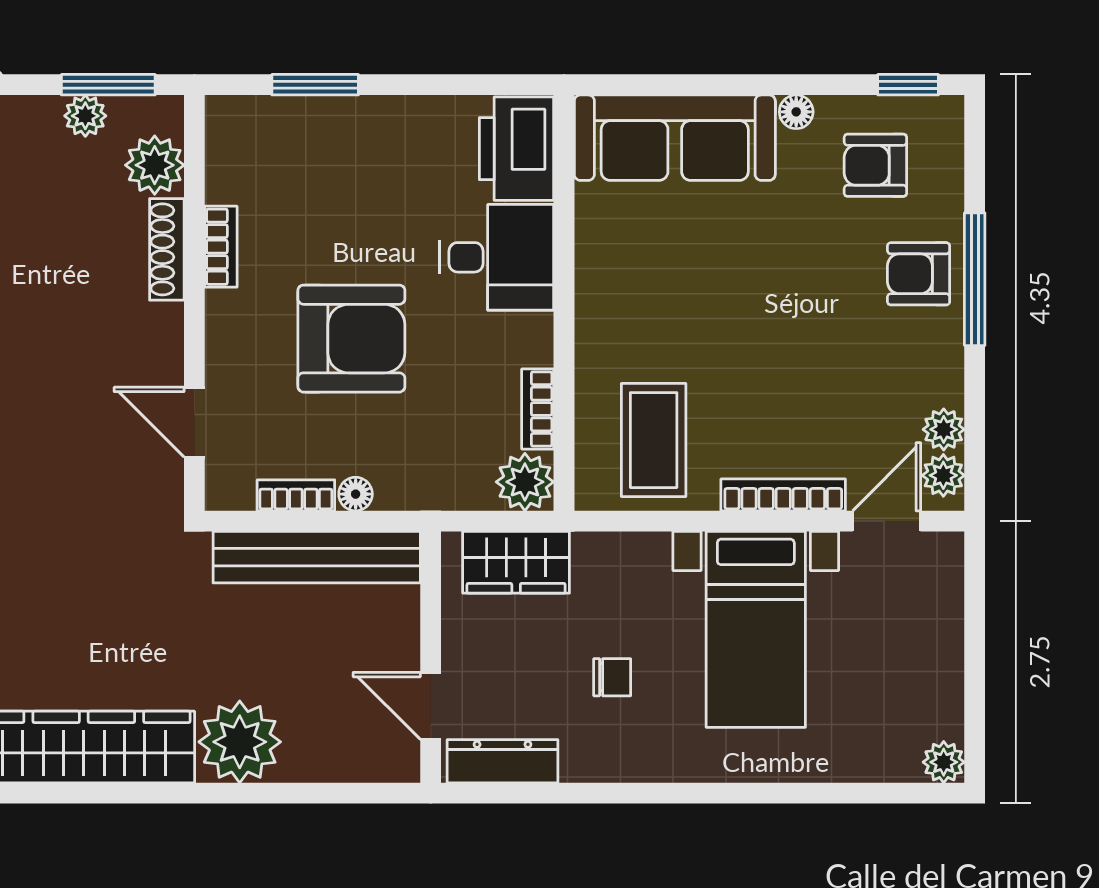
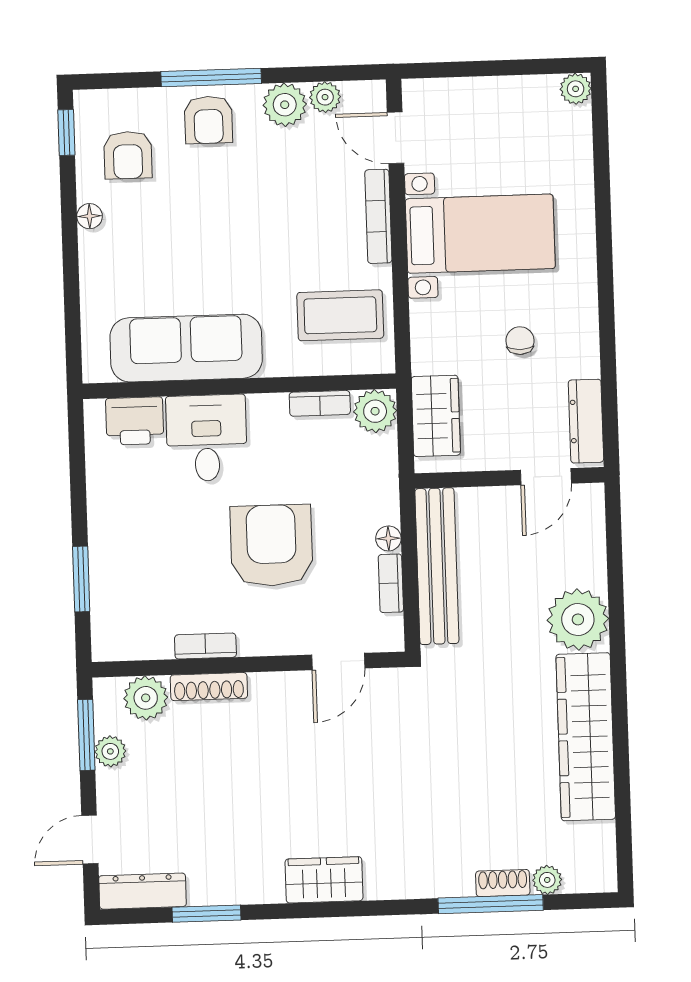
sofa: (675, 138) -> (186, 348), moved, turned -90
printer: (517, 149) -> (135, 421), width x0.73, depth x0.84
plant: (943, 475) -> (285, 105), moved, width x1.38, depth x1.38

